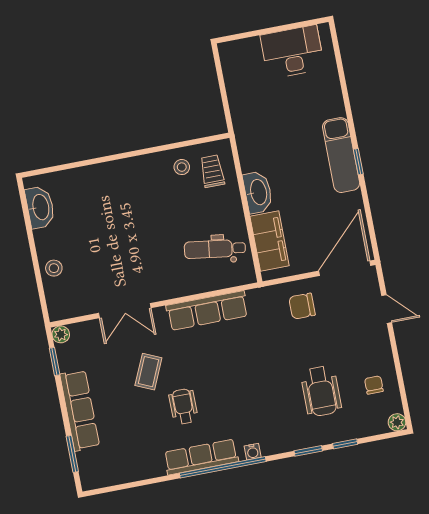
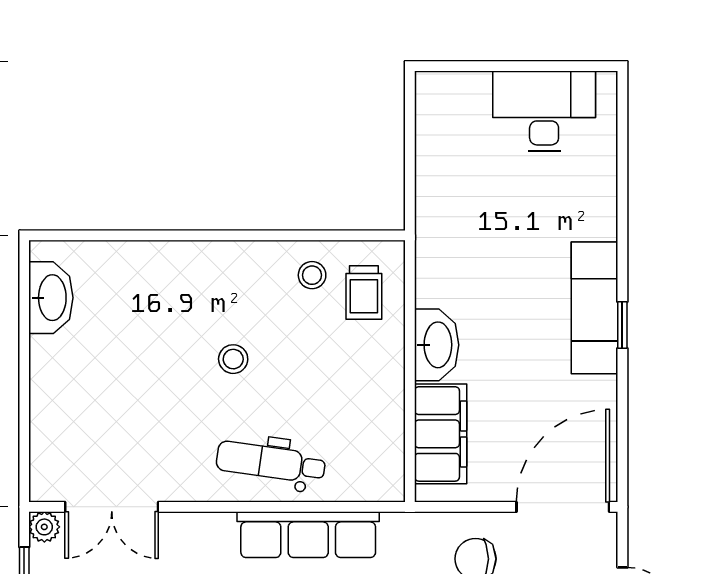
trolley: (212, 171) -> (364, 293), turned 180
dental chair: (215, 249) -> (271, 462), moved
stool: (54, 268) -> (233, 359), moved
double door: (125, 311) -> (112, 507), moved

